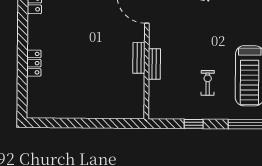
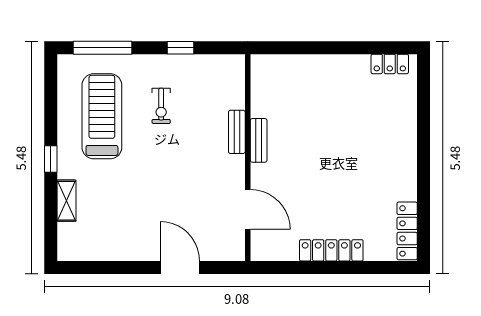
locker: (34, 63) -> (390, 64), moved, turned -90

